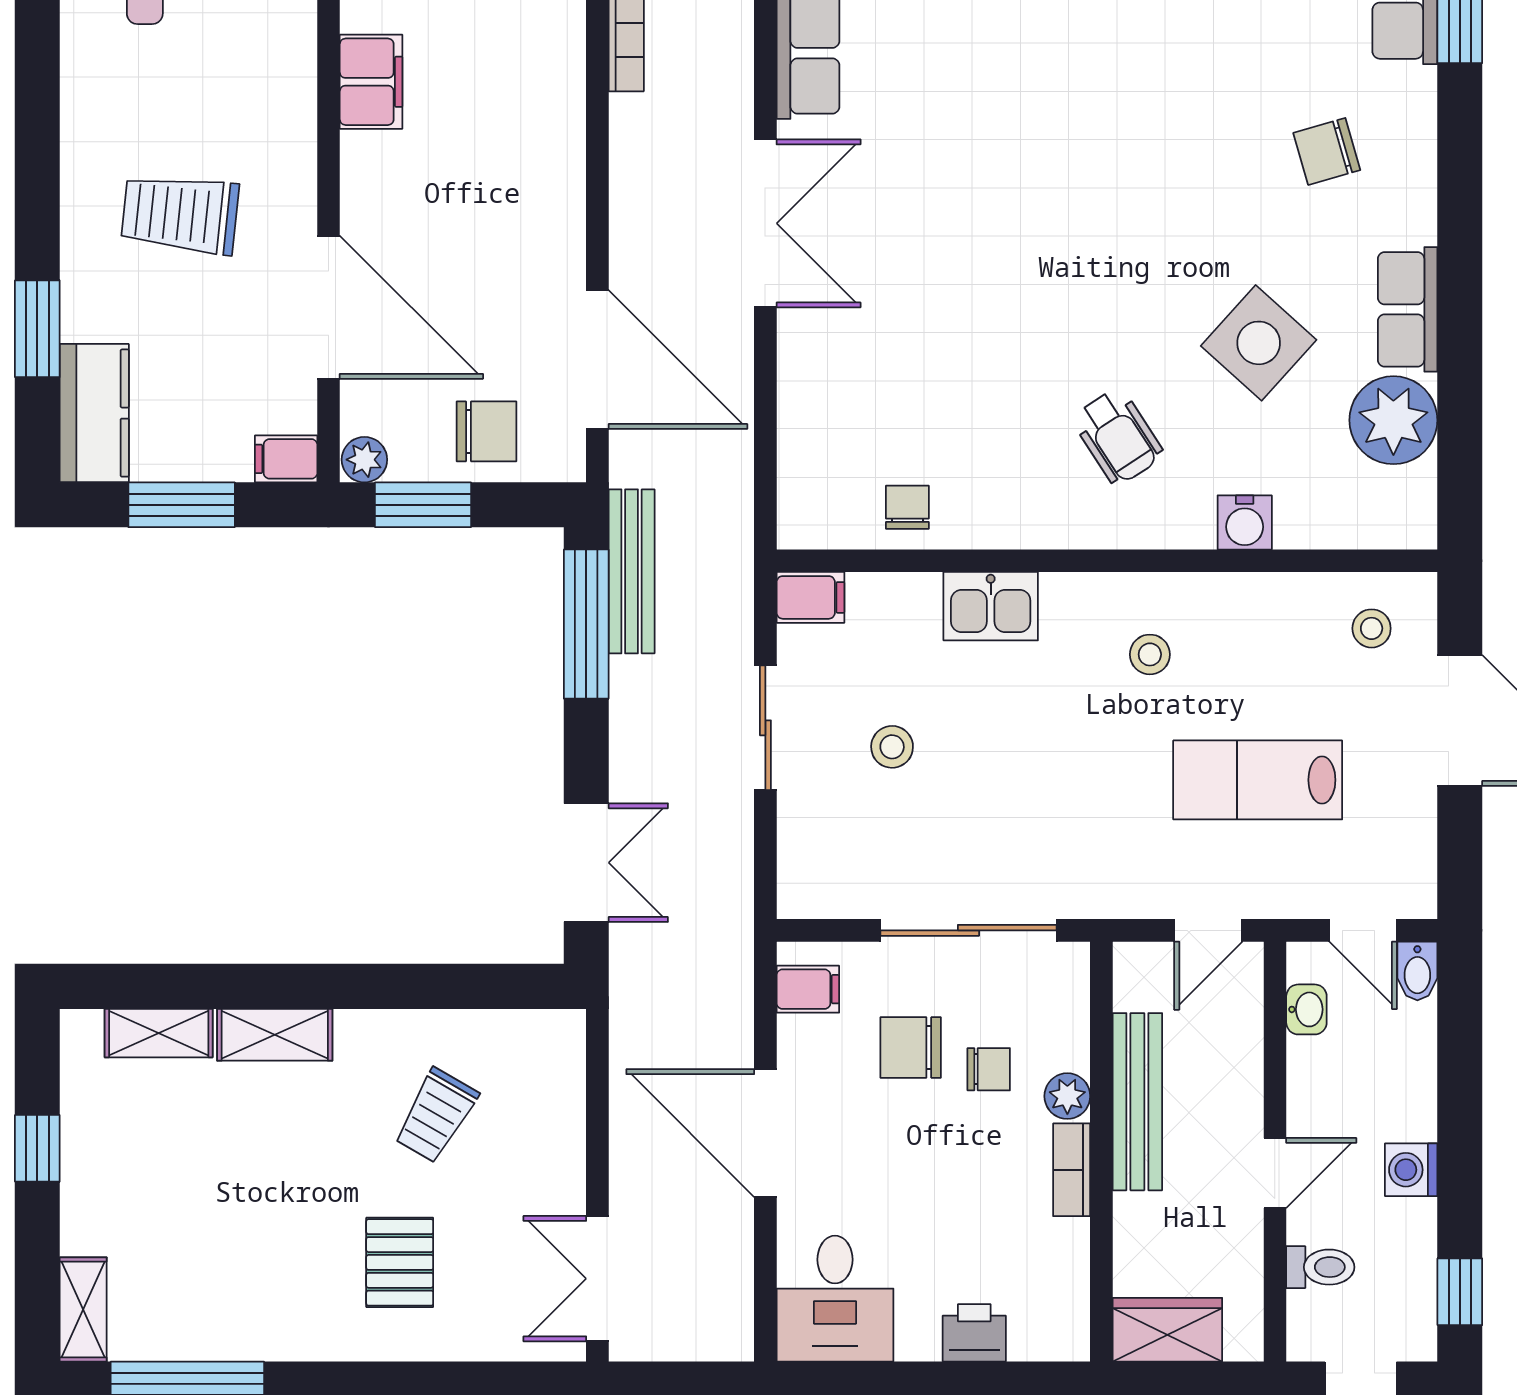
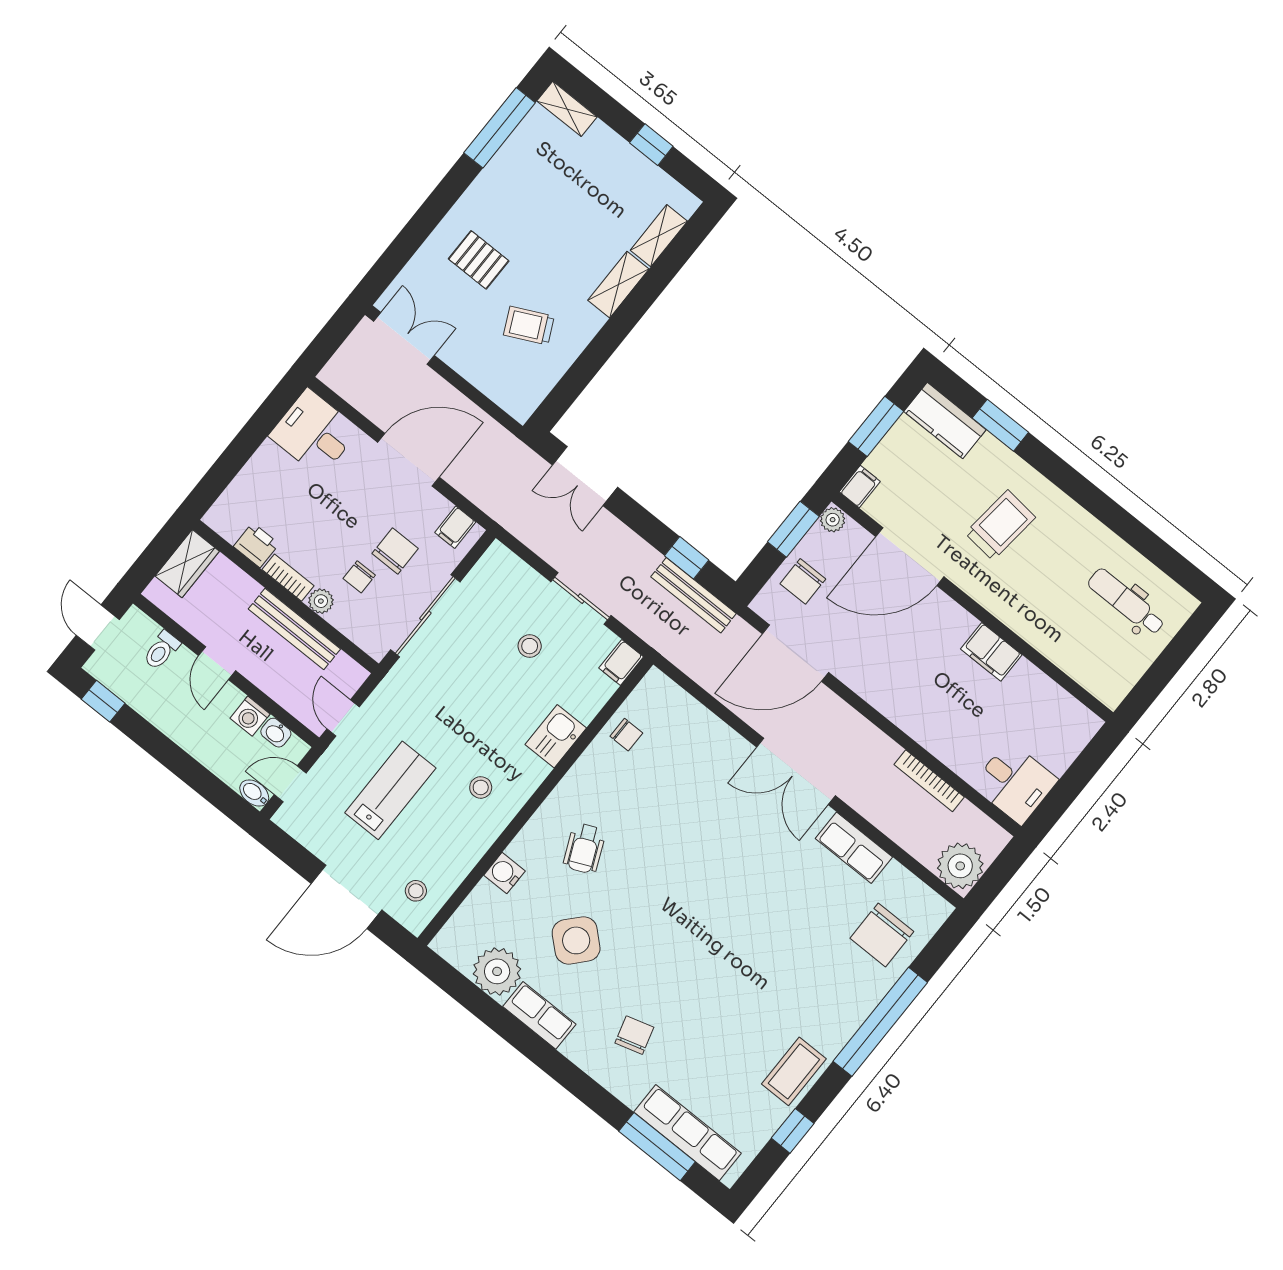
wheelchair: (1118, 437) -> (584, 848), turned -81
window: (586, 624) -> (687, 558), width x0.46
trolley: (436, 1115) -> (529, 326), turned -56
washing machine: (1411, 1170) -> (250, 716), moved, turned 180
printer: (974, 1333) -> (256, 545), moved, turned -90

